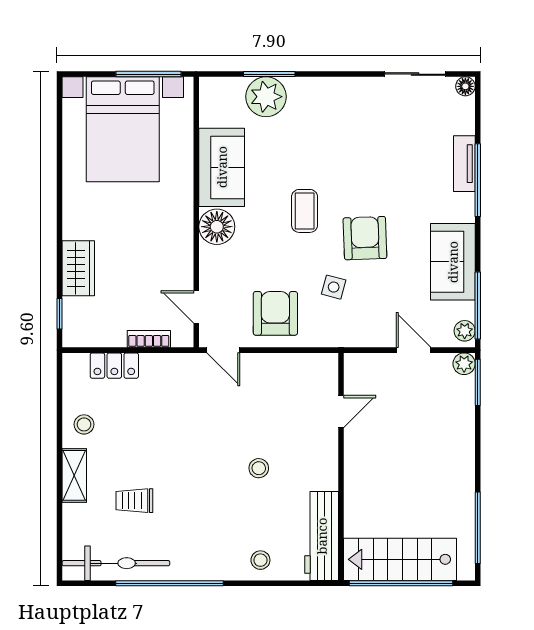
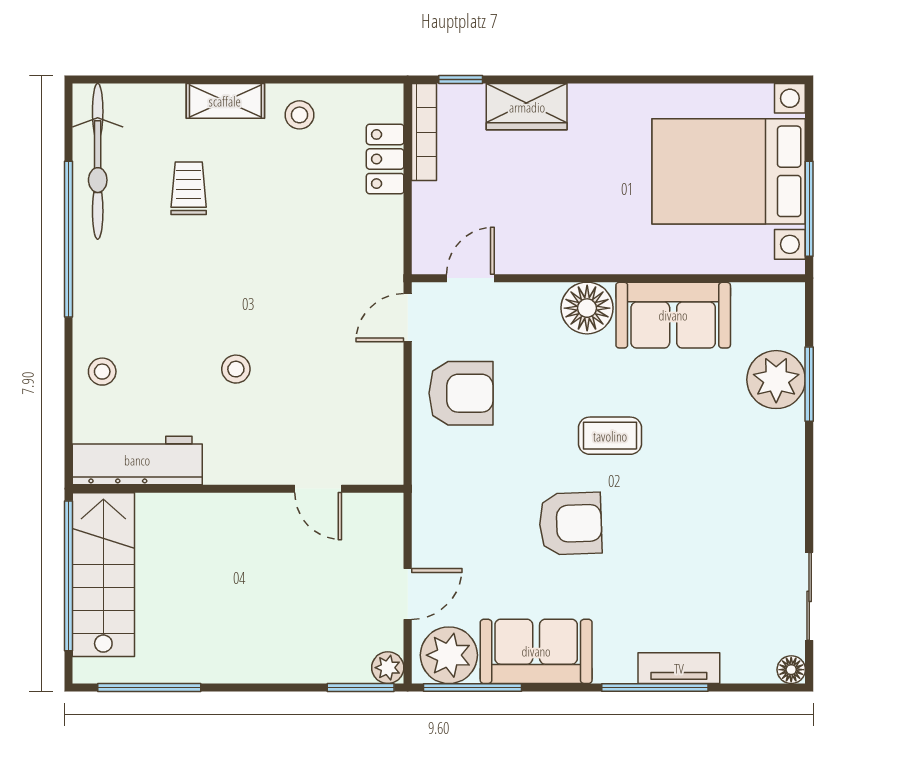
side table: (334, 287) -> (499, 478), removed
plant: (465, 331) -> (449, 655), width x1.88, depth x1.88
bookcase: (149, 339) -> (424, 132), moved, width x1.56

